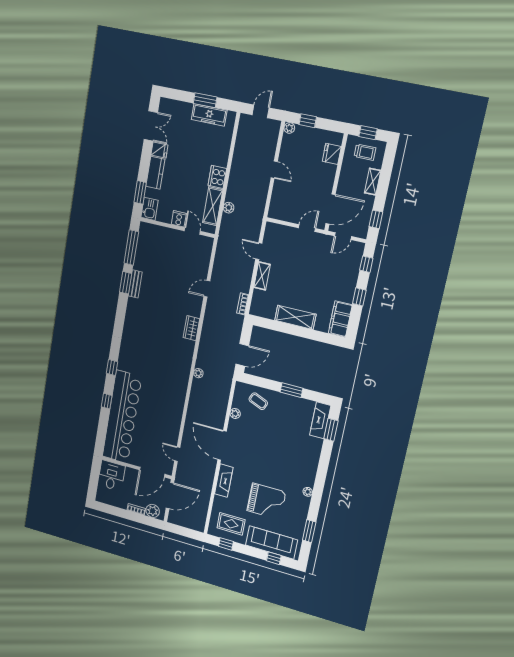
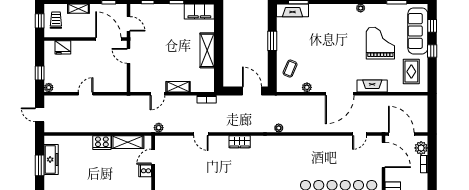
plant: (229, 208) -> (159, 128), moved
window: (226, 544) -> (432, 51), moved

